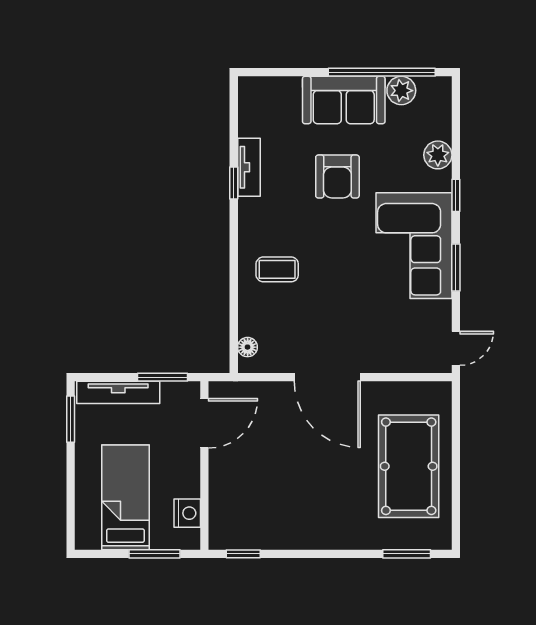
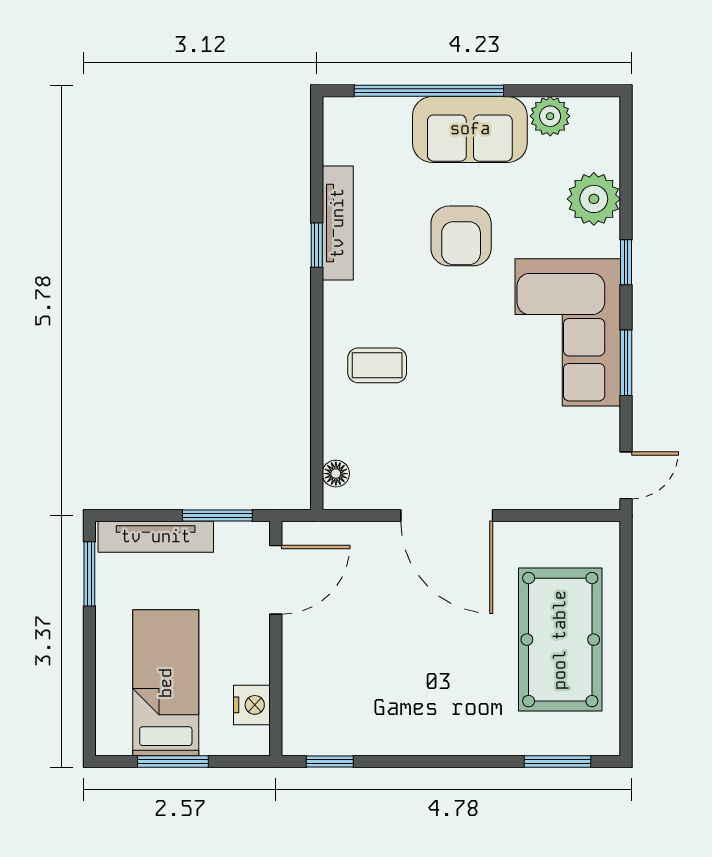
window: (382, 72) -> (429, 91), moved
plant: (438, 155) -> (594, 199), width x1.36, depth x1.36
tv unit: (249, 167) -> (338, 223), width x1.41
window: (155, 554) -> (173, 761), moved

